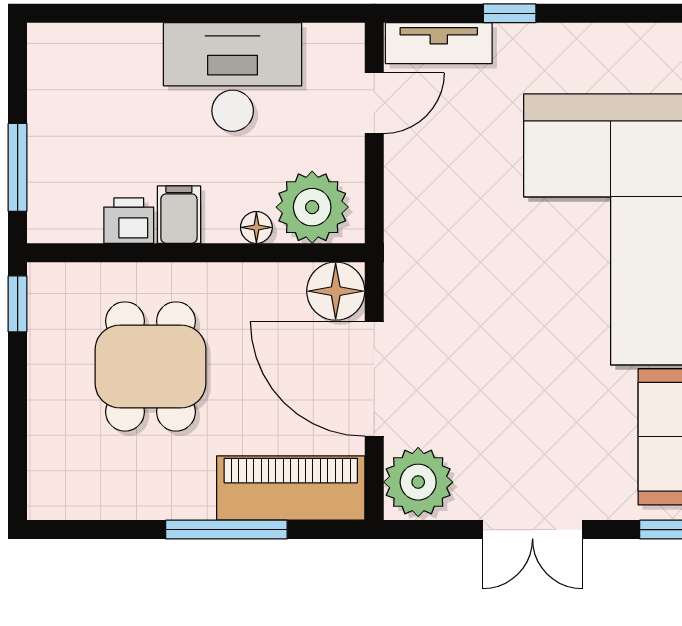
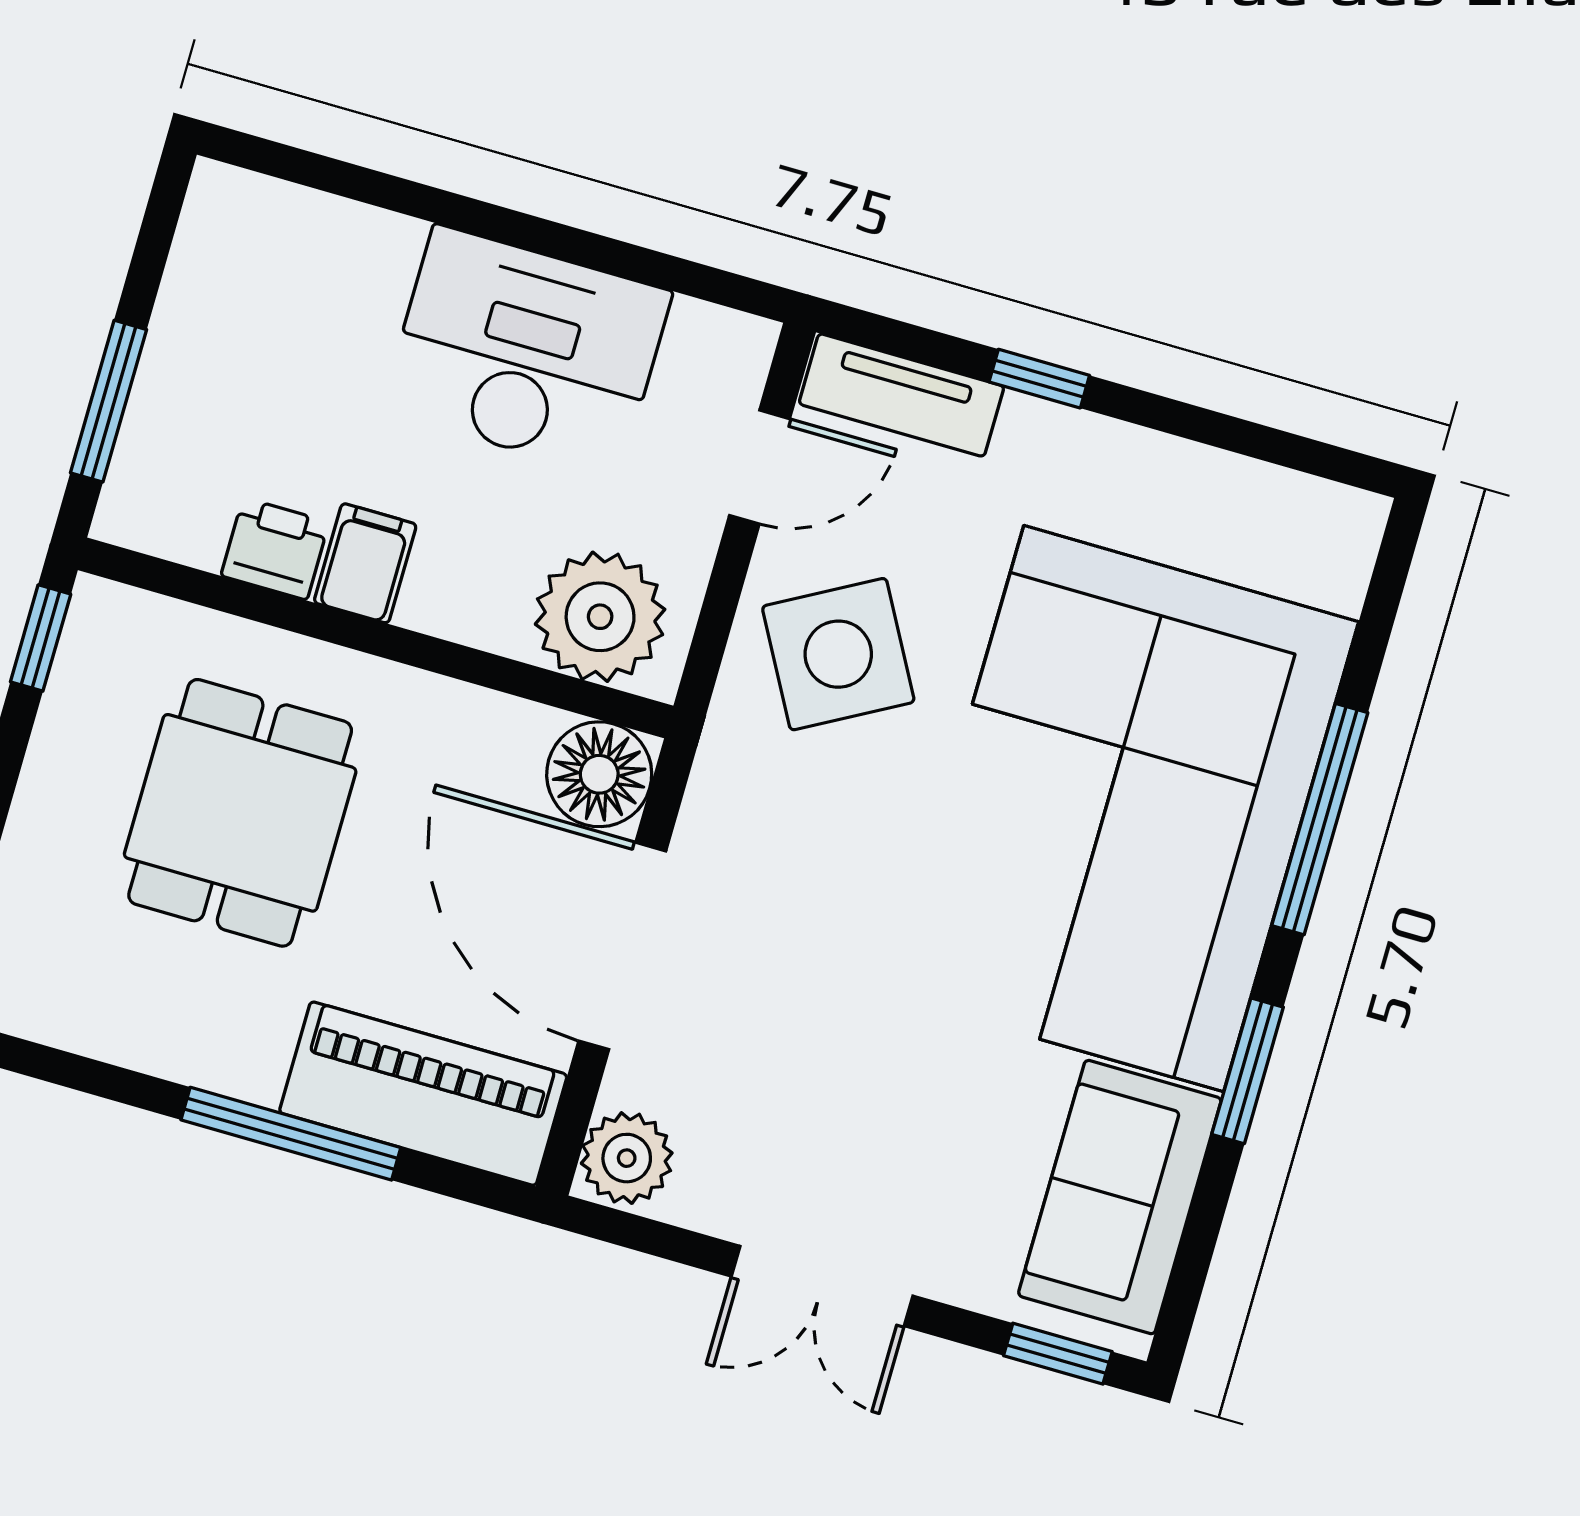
side table: (445, 191) -> (838, 654), added
floor lamp: (256, 227) -> (493, 624), removed
plant: (418, 482) -> (627, 1158), width x0.73, depth x0.73

